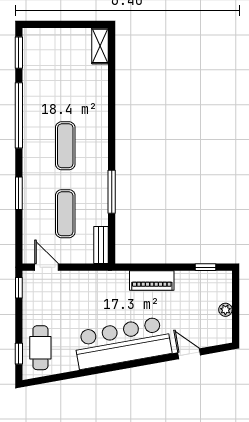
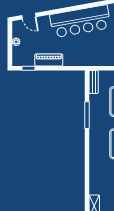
piano: (152, 281) -> (49, 60), moved
door: (189, 354) -> (29, 16), moved

